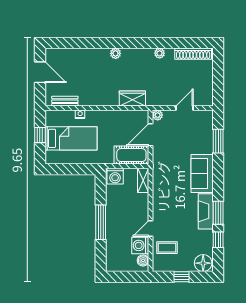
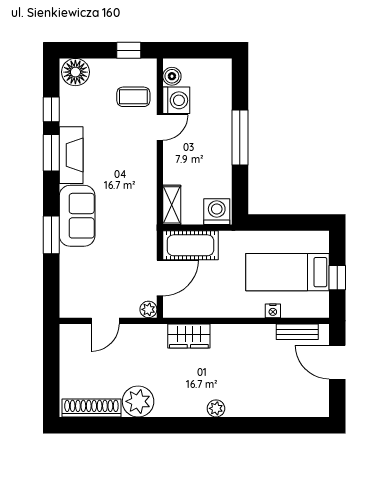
plant: (160, 53) -> (138, 401), width x1.87, depth x1.87
door: (40, 72) -> (337, 362), moved
window: (218, 141) -> (51, 235), moved
window: (182, 277) -> (129, 50), moved

